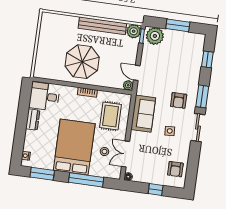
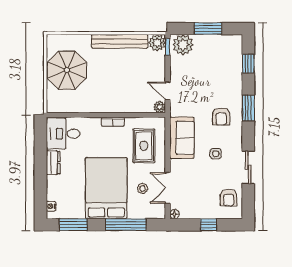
parasol: (82, 62) -> (67, 70), moved
sliding door: (198, 128) -> (248, 167), moved

